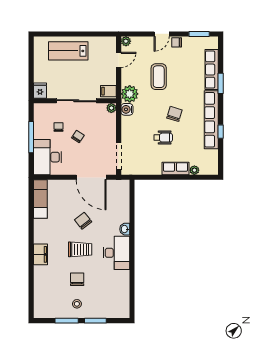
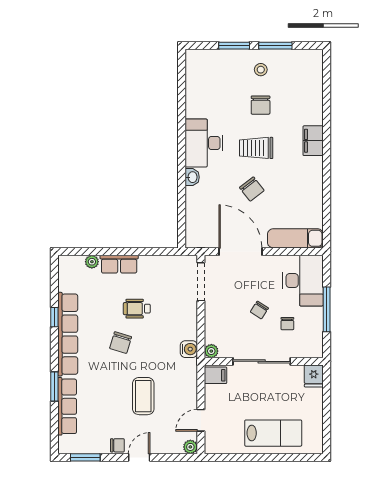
plant: (130, 94) -> (185, 371), removed
exam couch: (40, 199) -> (295, 238), moved, turned 90

